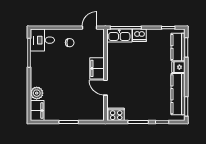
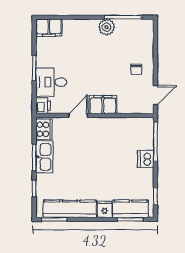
door: (90, 28) -> (155, 95), hinge flipped
kitchen sink: (119, 36) -> (44, 157), moved, turned 180
desk: (42, 40) -> (51, 82), moved, turned -90
plant: (37, 93) -> (107, 27), moved
printer: (98, 115) -> (43, 106), added

